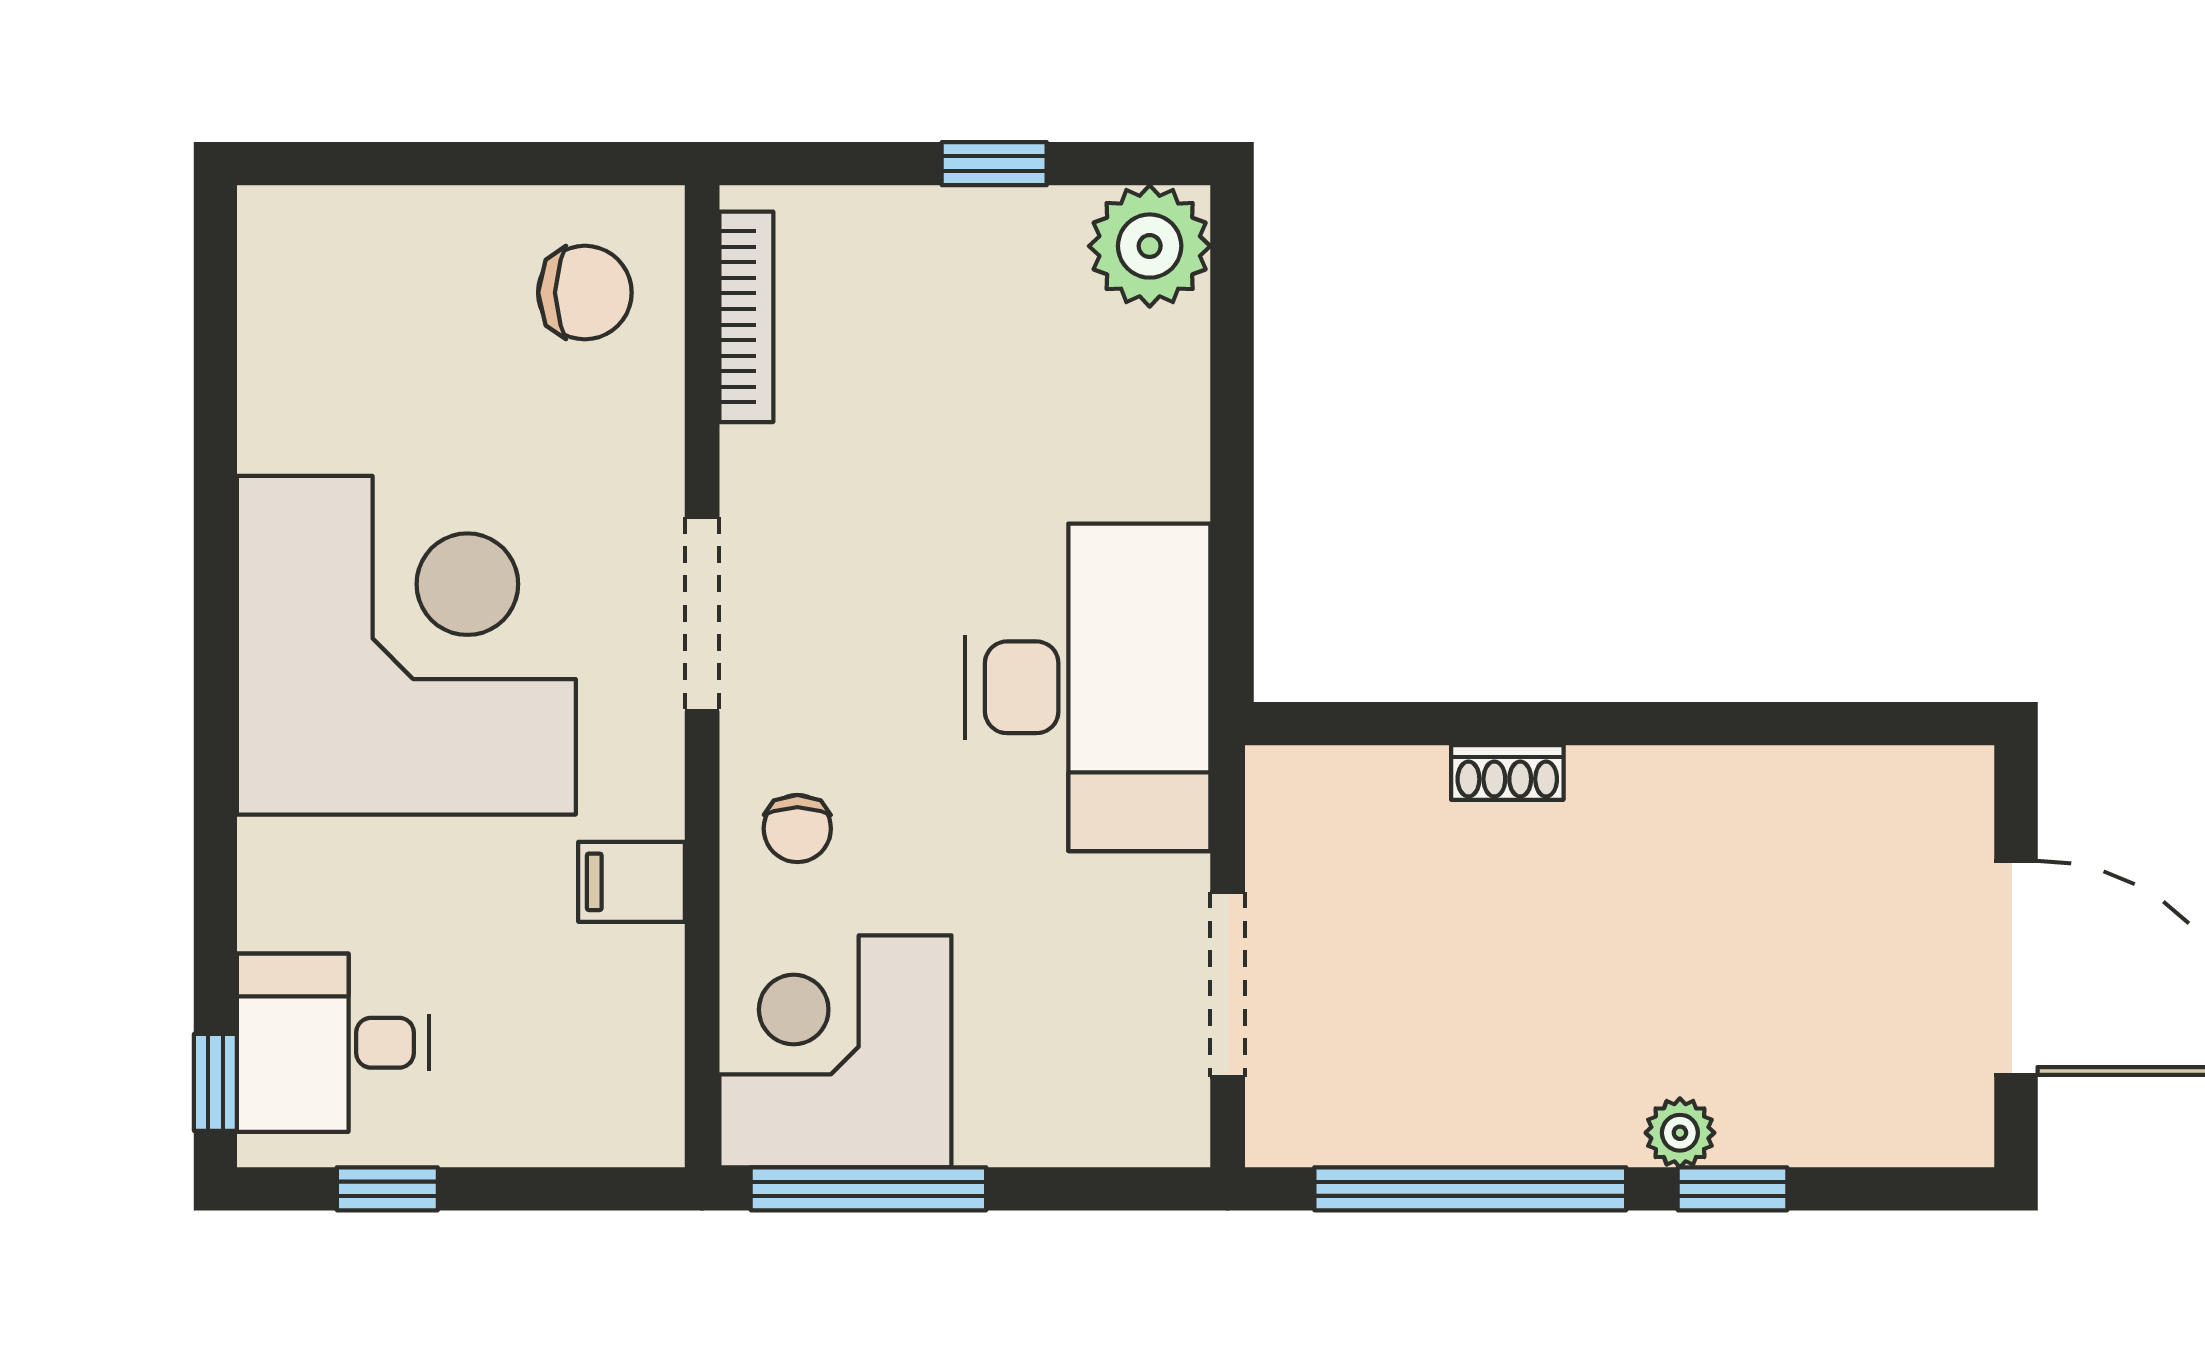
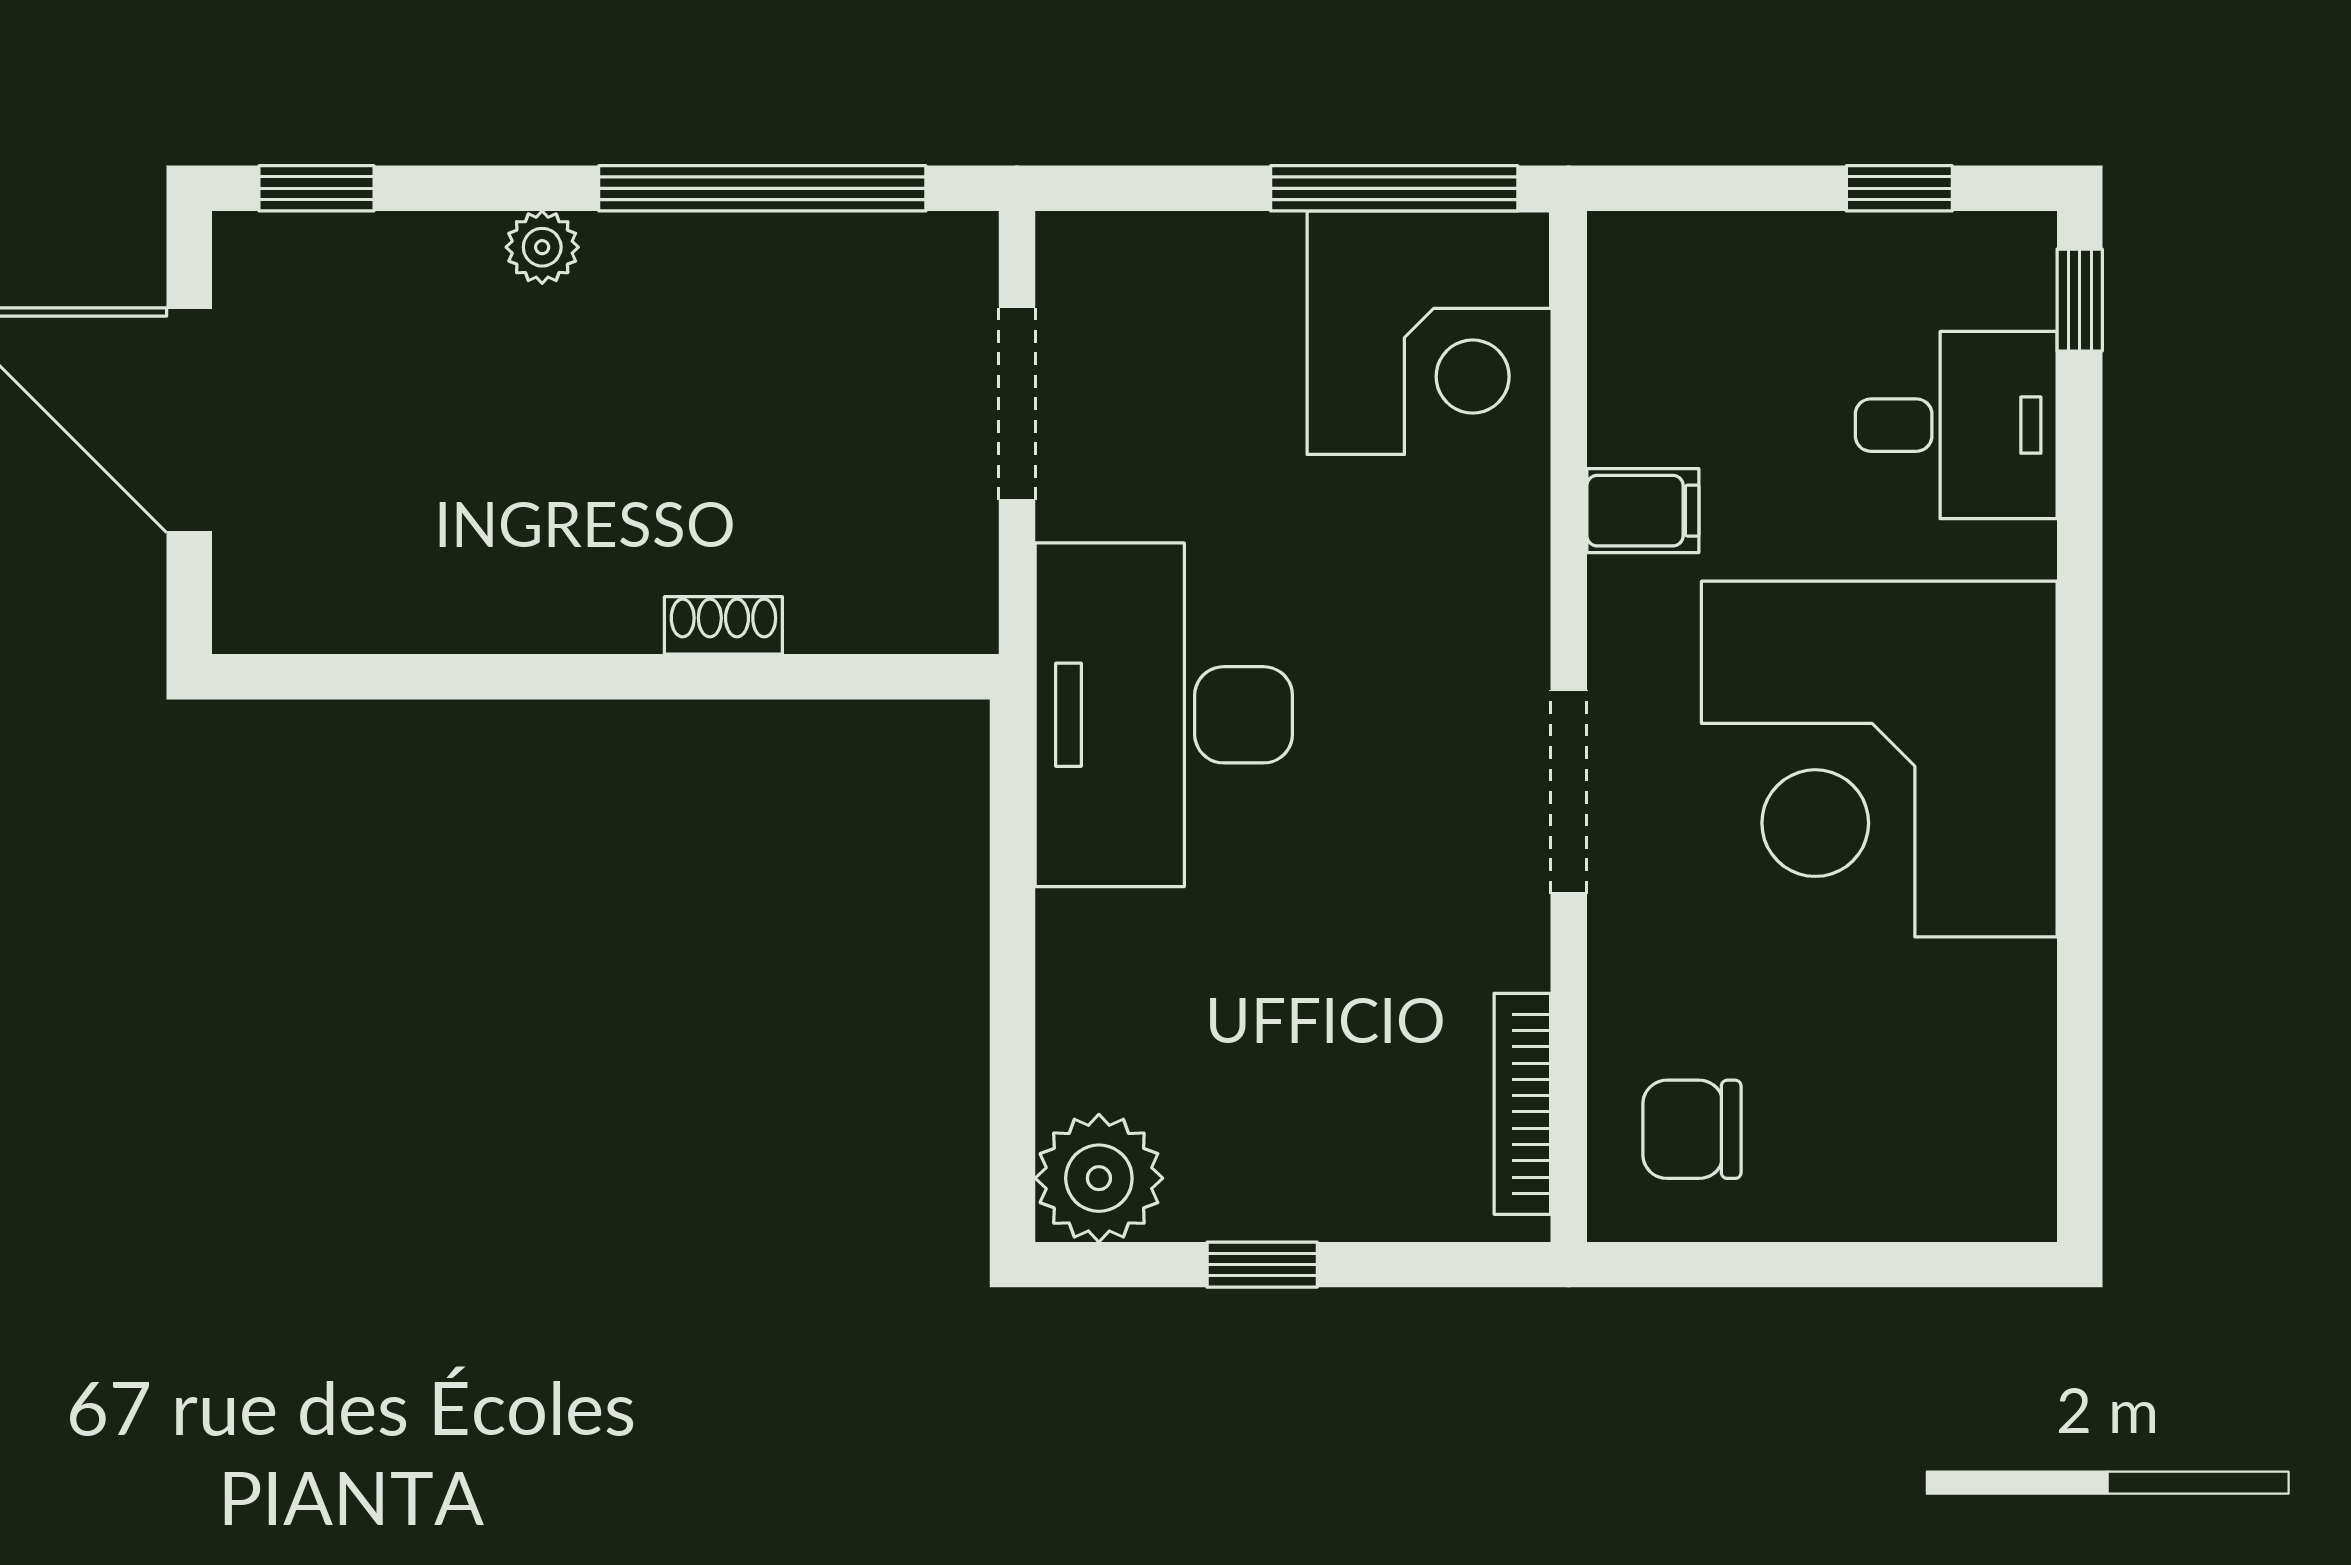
chair: (797, 829) -> (1469, 567), removed
desk: (333, 1043) -> (1956, 425), moved
window: (1733, 1189) -> (317, 188), moved

